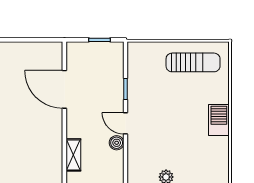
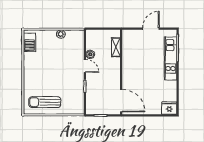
door: (64, 89) -> (121, 101), moved
barbecue: (219, 120) -> (30, 42), moved

